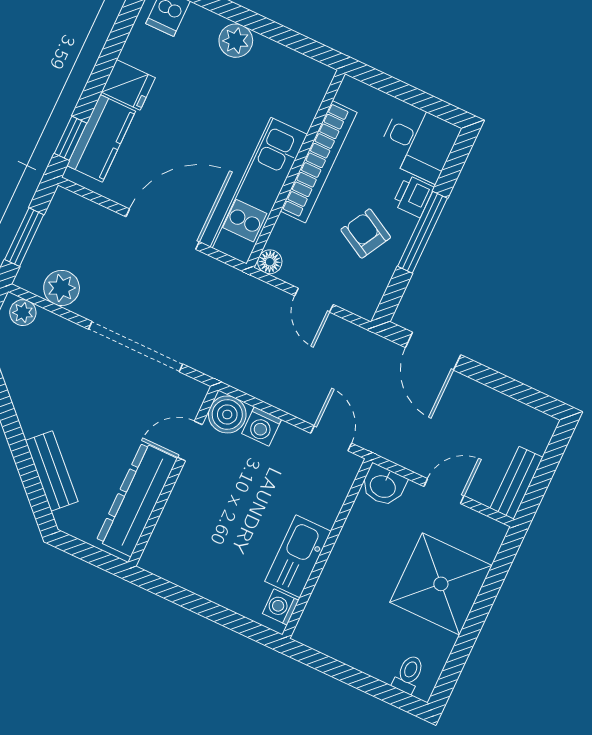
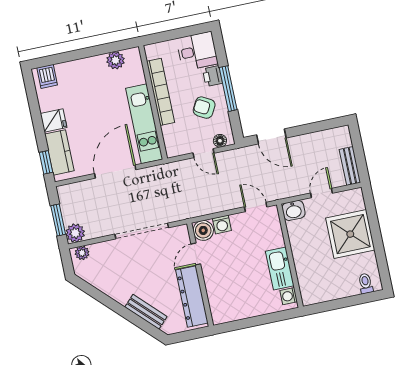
plant: (236, 41) -> (115, 60), moved
floor lamp: (270, 262) -> (220, 141), moved
plant: (62, 288) -> (75, 233), moved

